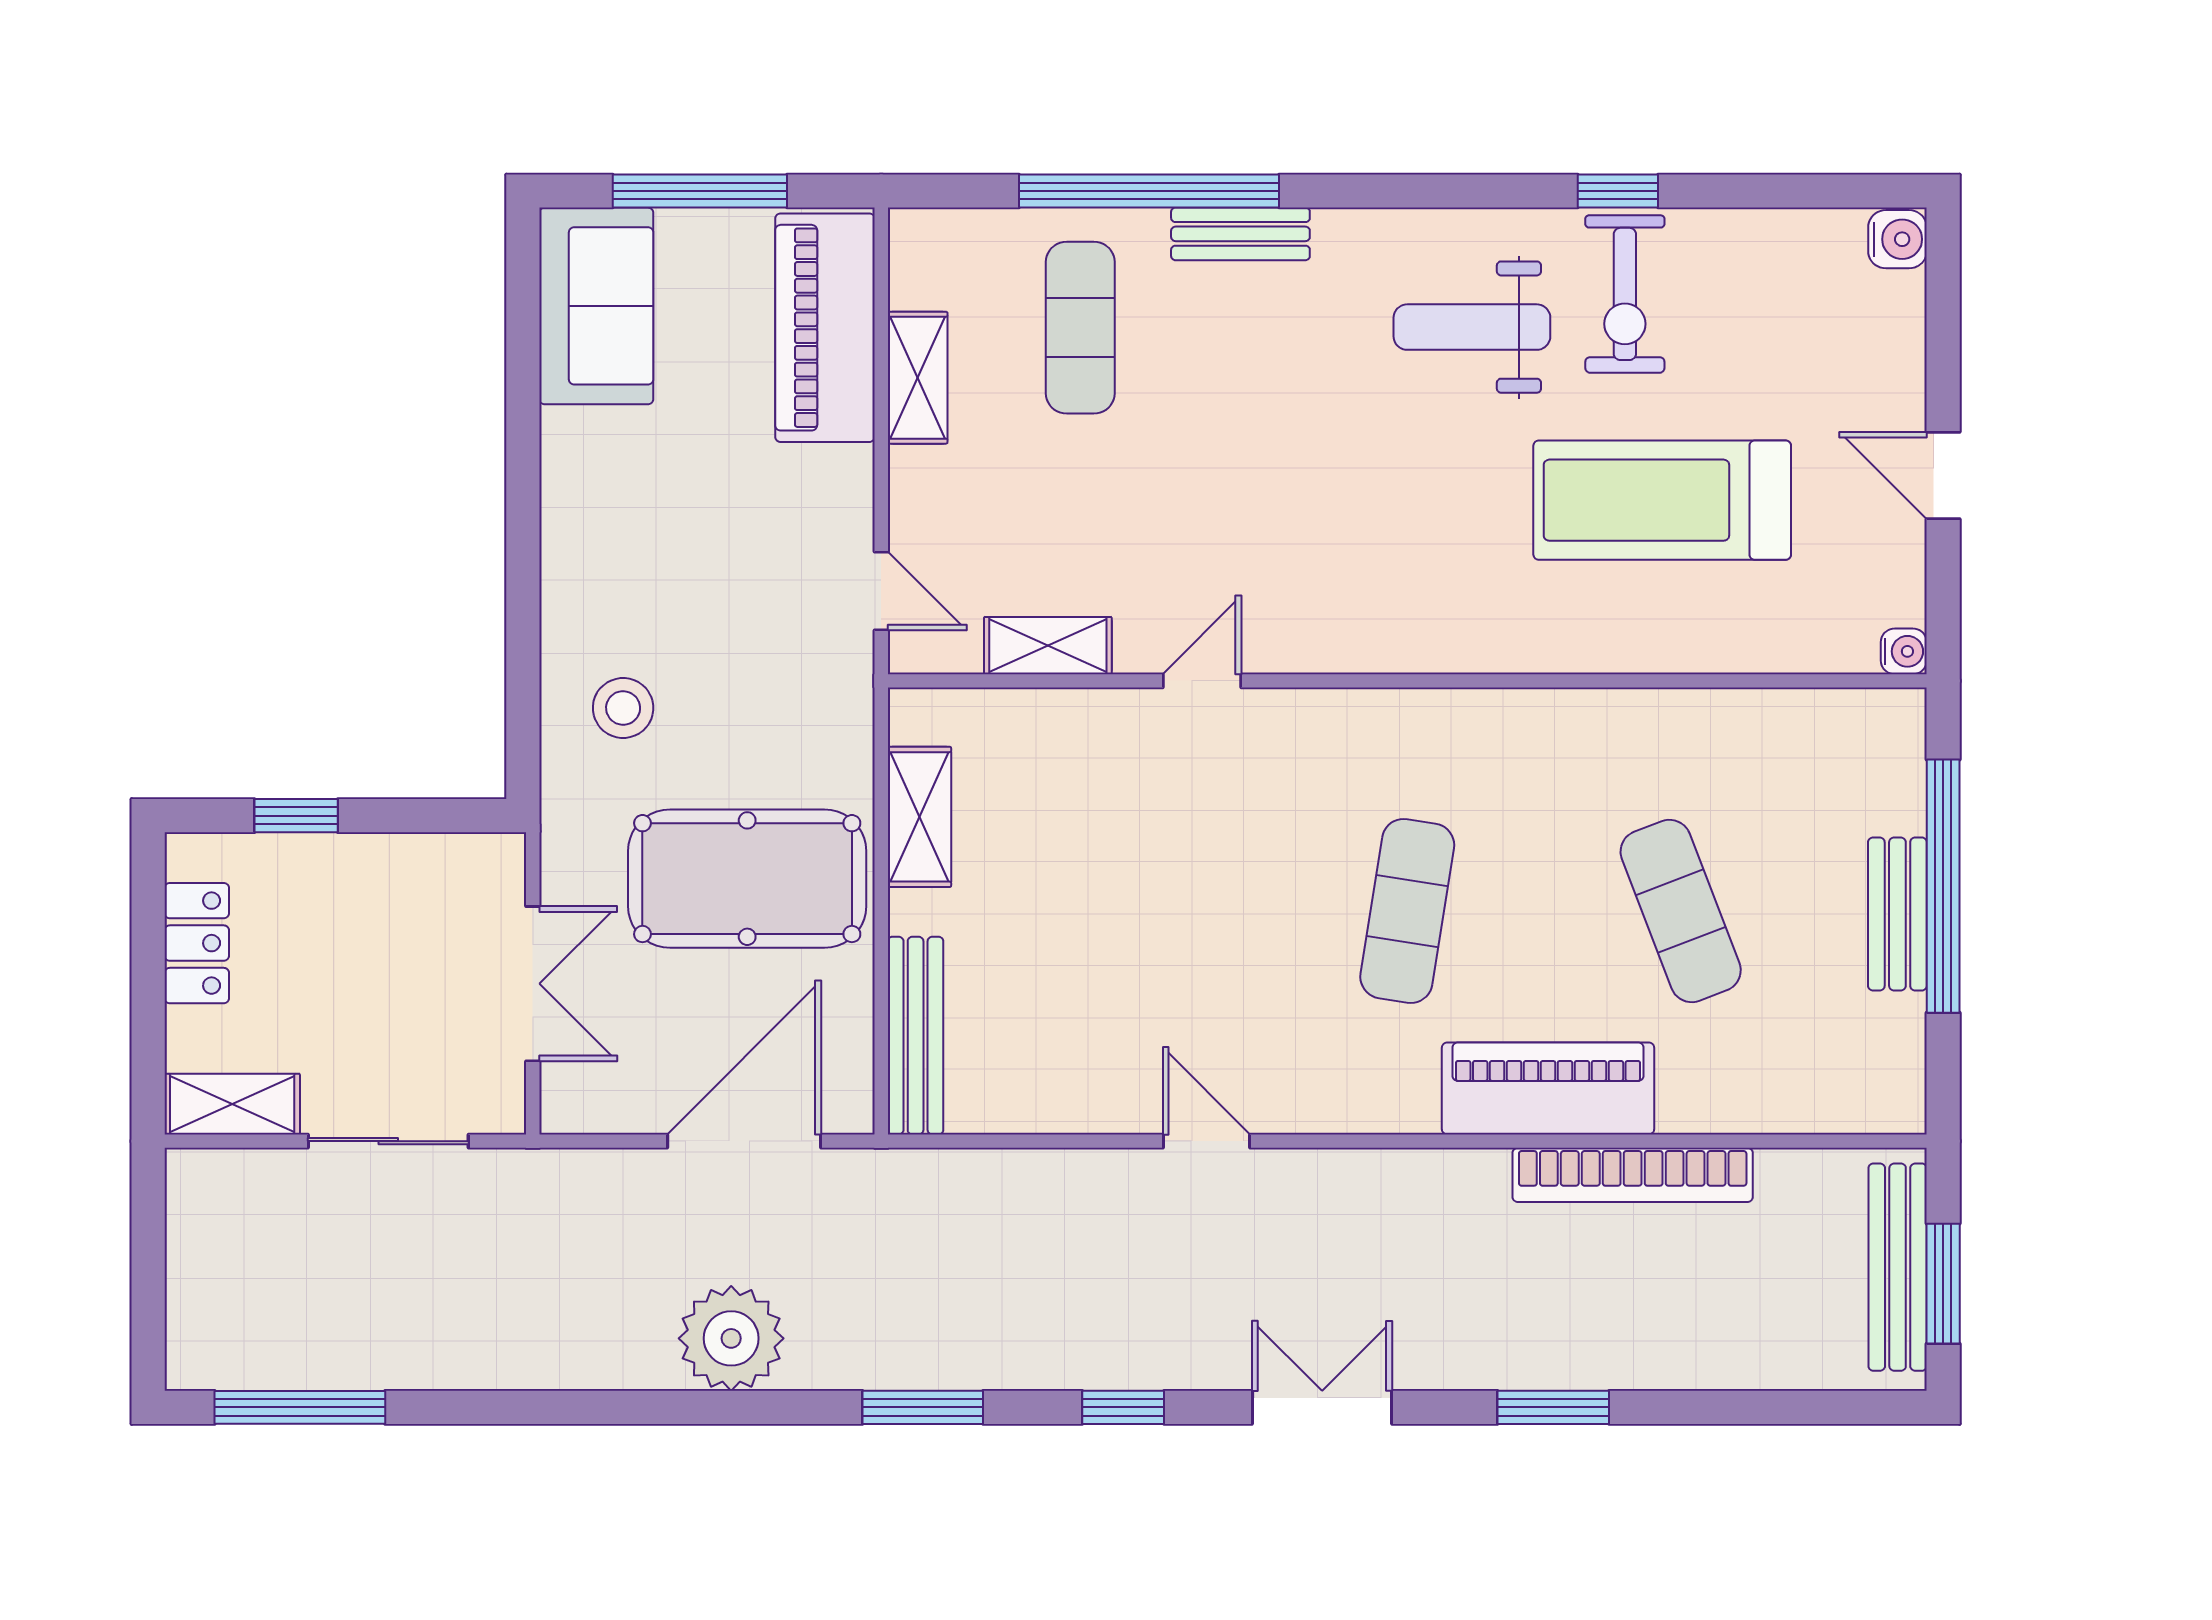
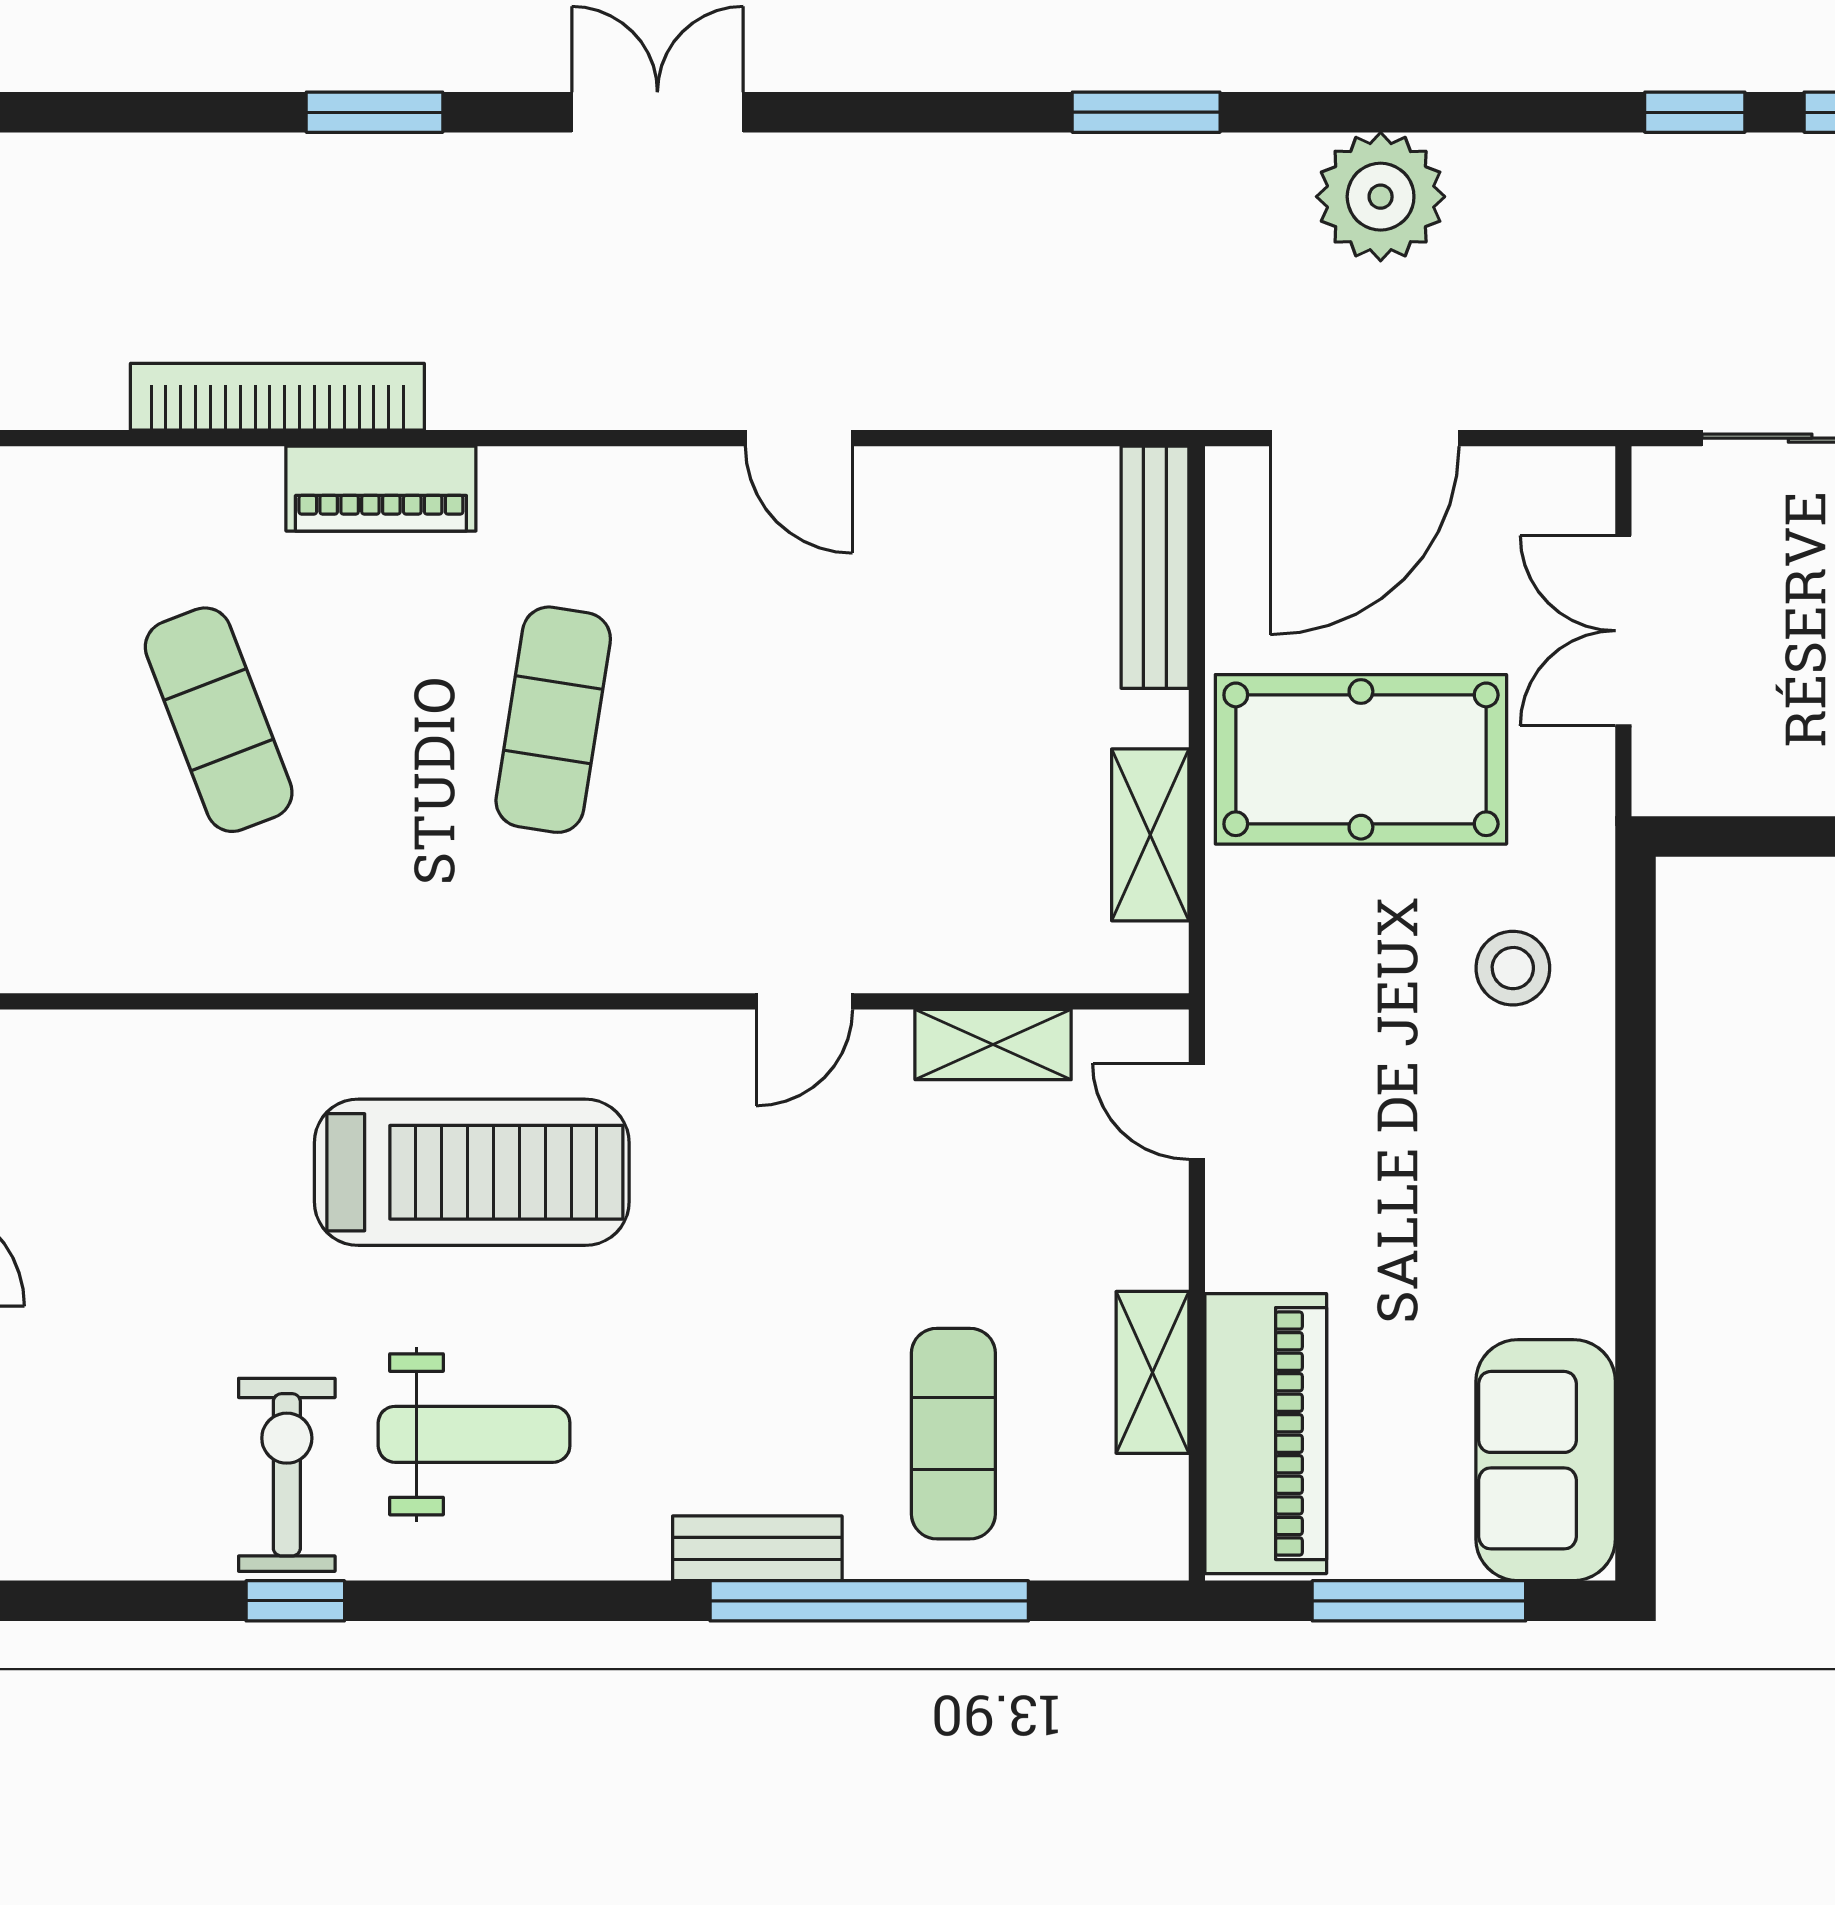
treadmill: (1662, 500) -> (472, 1172), moved
piano: (1548, 1088) -> (381, 489), width x0.73, depth x0.75
window: (1123, 1407) -> (1695, 112), moved
double door: (1322, 1407) -> (657, 112), swing flipped

